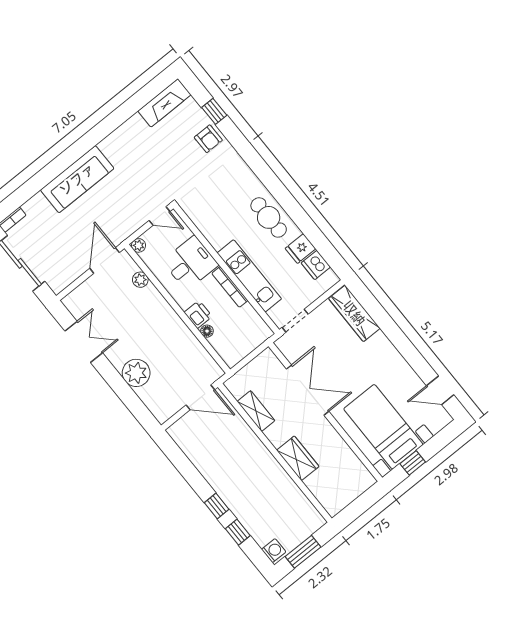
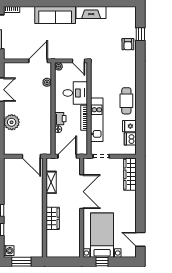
fireplace: (164, 103) -> (91, 12), moved
door: (249, 358) -> (67, 156), added

